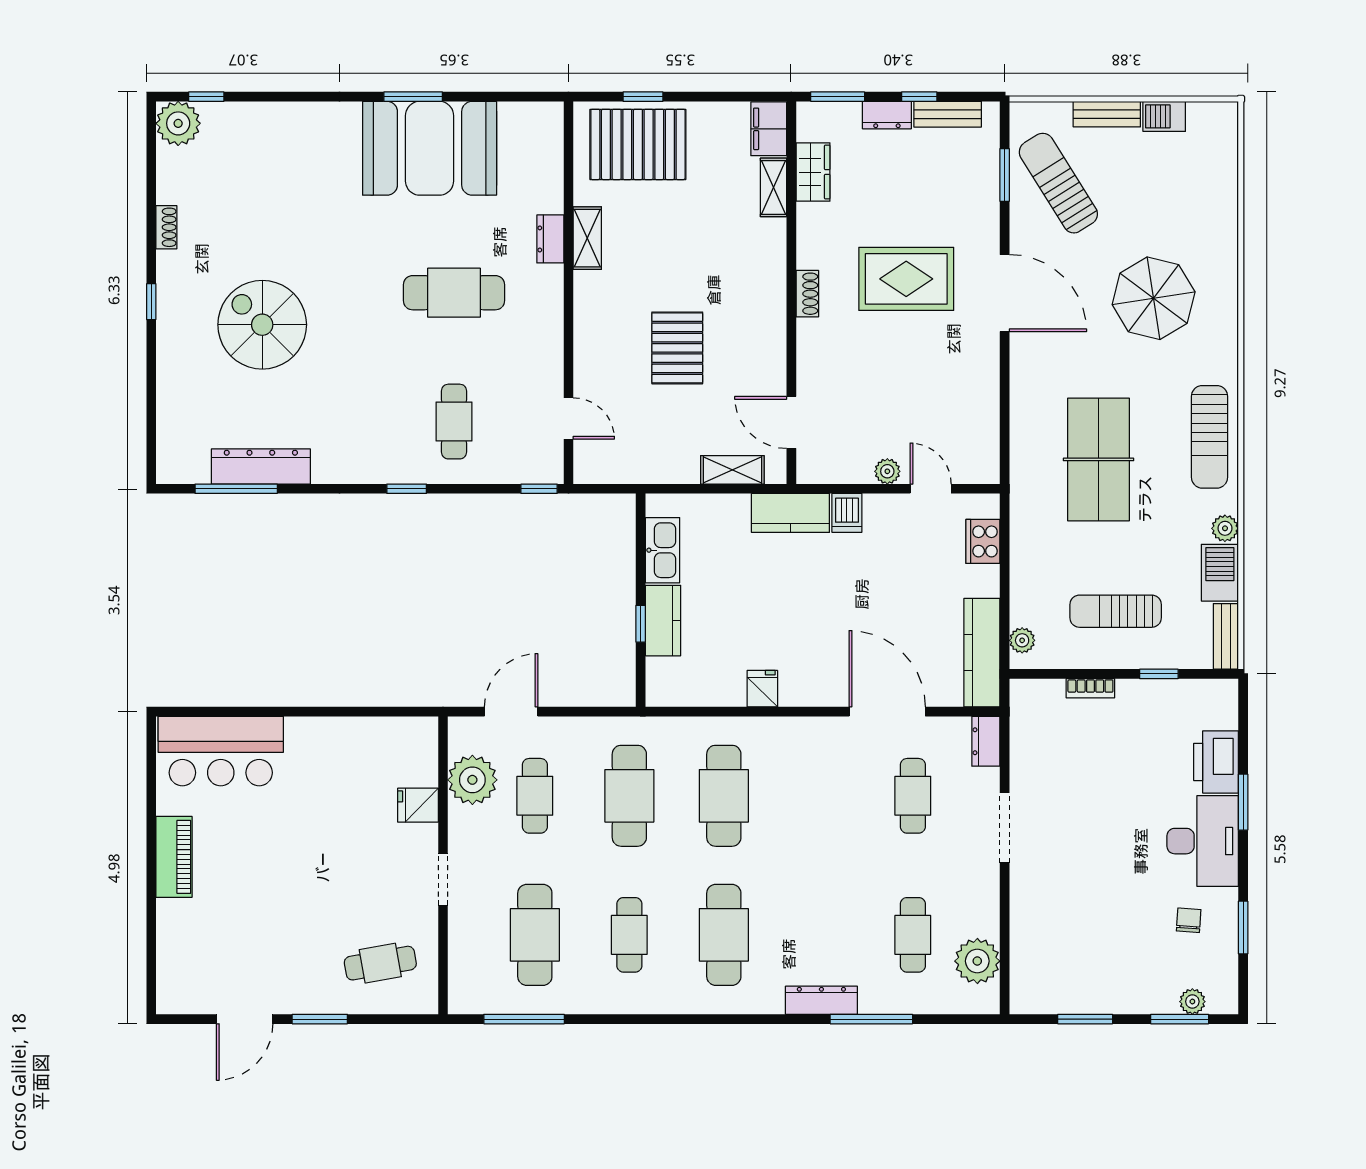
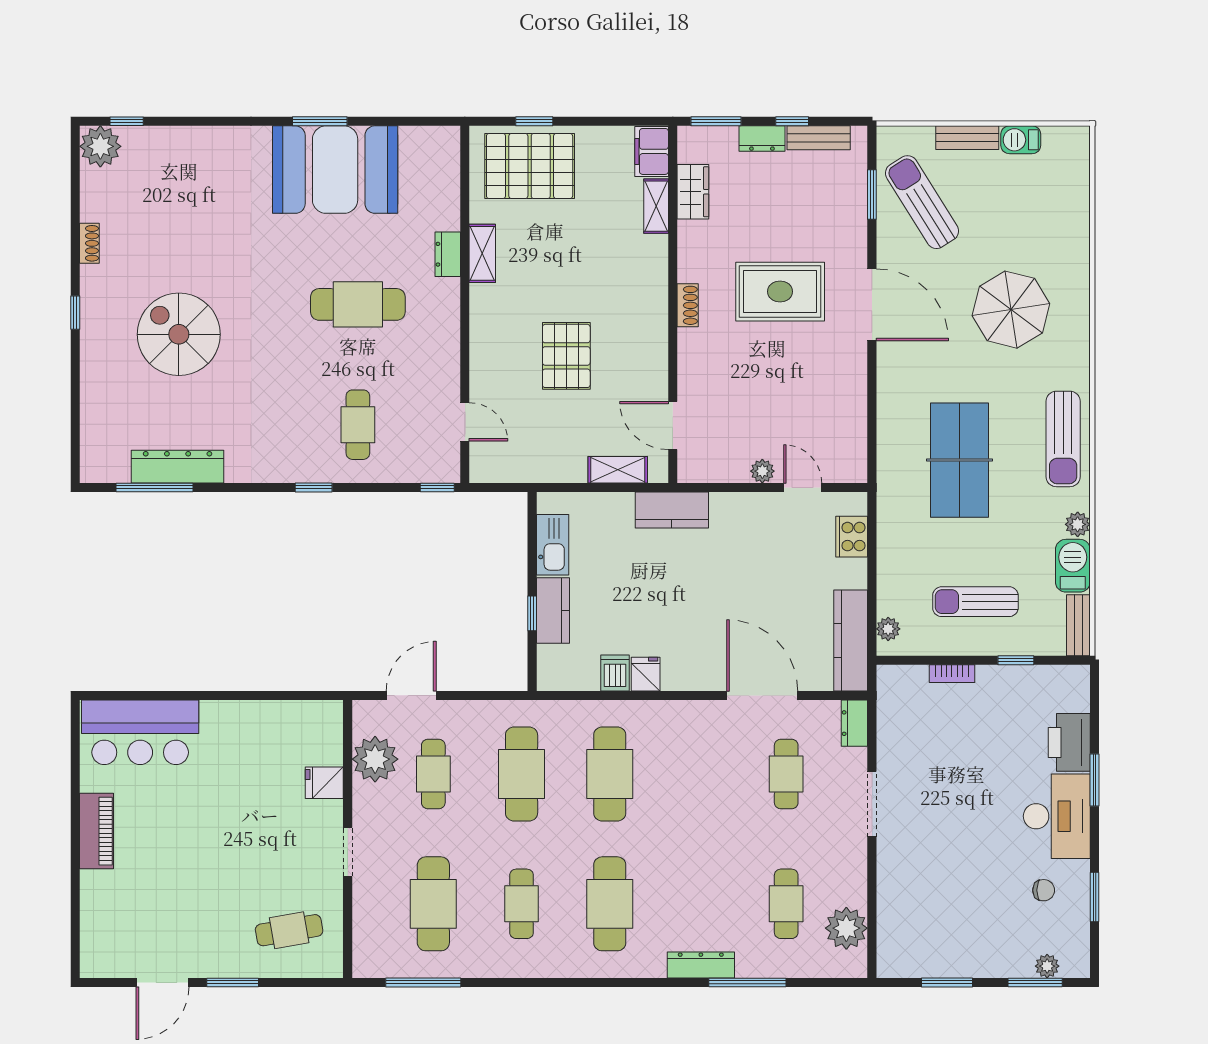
dishwasher: (847, 513) -> (615, 673), moved, turned 180
chair: (1189, 920) -> (1044, 890), turned 86

